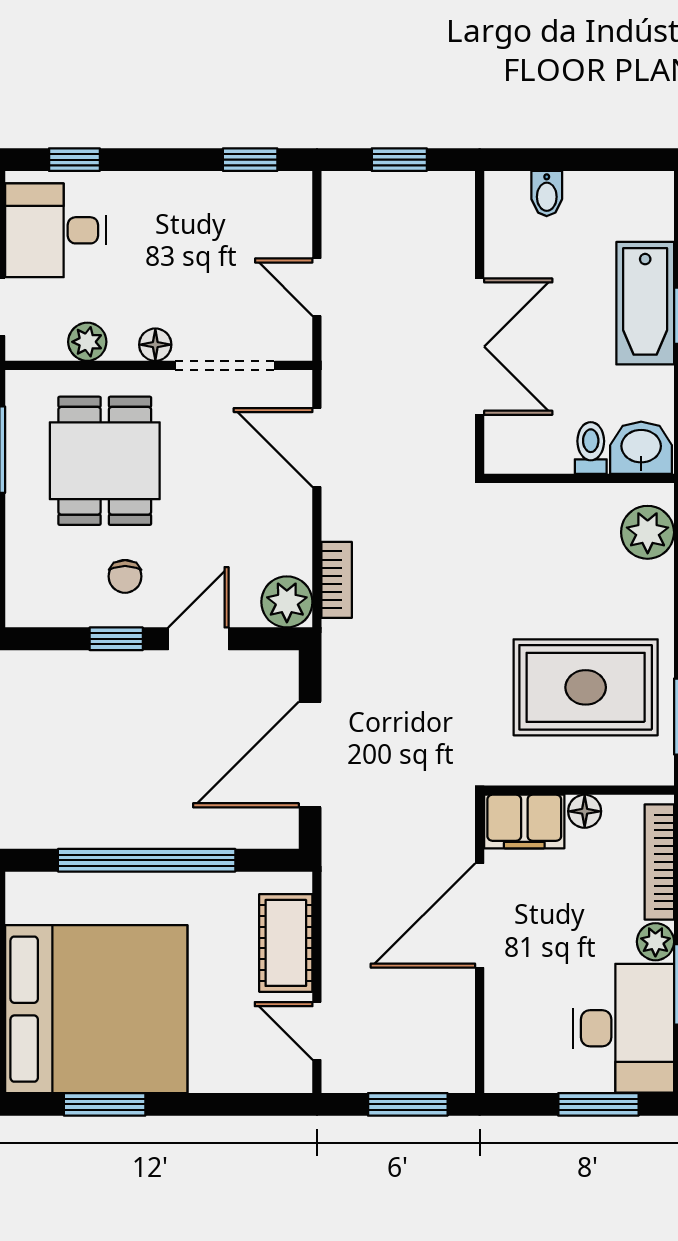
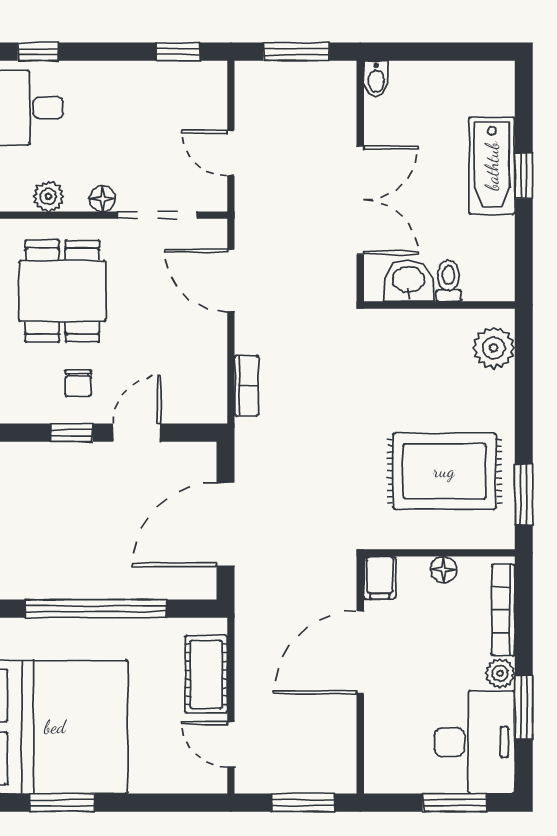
window: (399, 160) -> (296, 52), width x1.50
bidet: (547, 194) -> (376, 79), moved
washbasin: (641, 448) -> (409, 281), moved
plant: (287, 602) -> (207, 403), removed
filing cabinet: (524, 821) -> (380, 578), width x0.50

